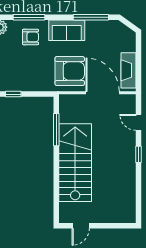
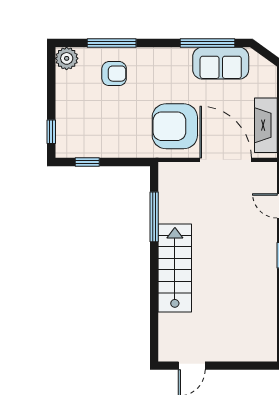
sofa: (67, 30) -> (221, 63), moved
armchair: (70, 71) -> (175, 126), turned 180
stairs: (75, 163) -> (175, 268), width x0.73, depth x0.66

